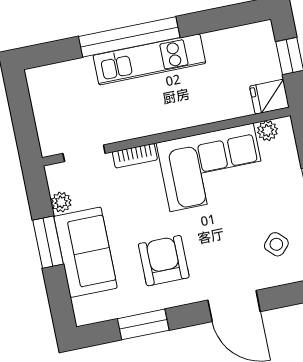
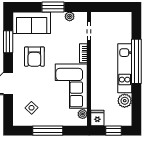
plant: (220, 45) -> (125, 101), added
sofa: (85, 252) -> (32, 23), moved
armchair: (164, 261) -> (34, 57), turned 90

